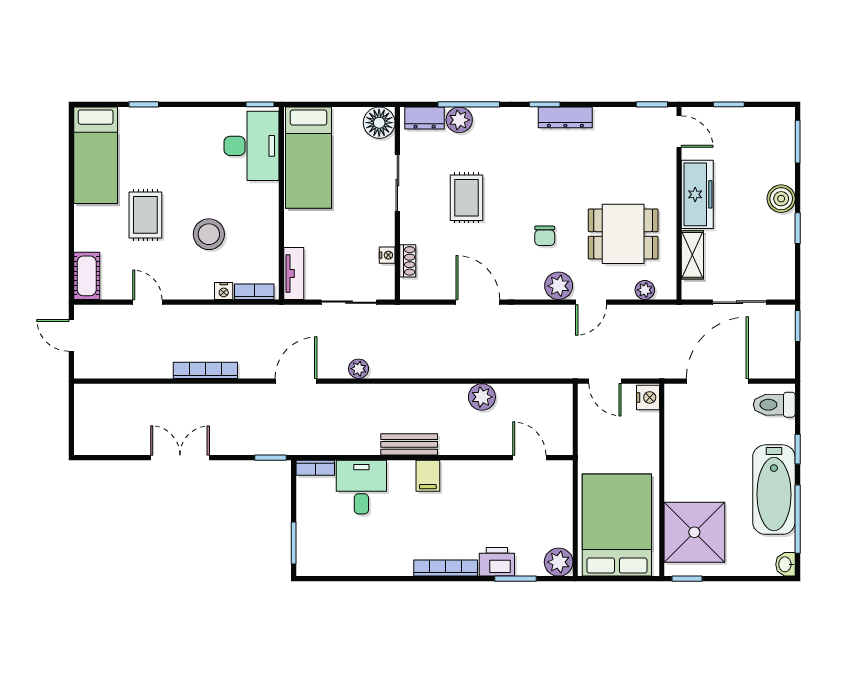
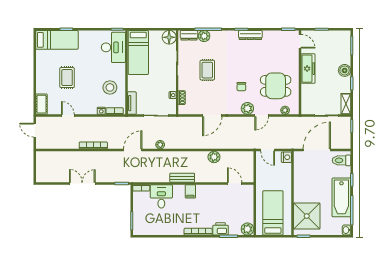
bed: (96, 155) -> (57, 40), moved, turned -90
stool: (209, 234) -> (110, 87), moved
shelving: (692, 255) -> (346, 104), moved
door: (478, 302) -> (212, 116), swing flipped
bed: (617, 525) -> (273, 213), width x0.67

